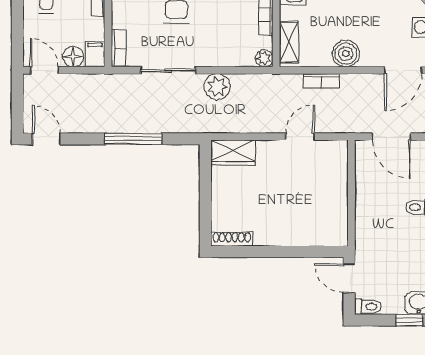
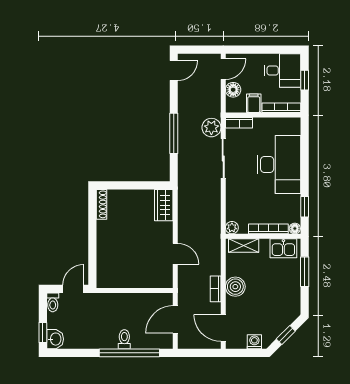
filing cabinet: (95, 54) -> (254, 103), moved, turned -90
bookcase: (321, 81) -> (216, 289), moved
plant: (217, 87) -> (211, 128), moved

